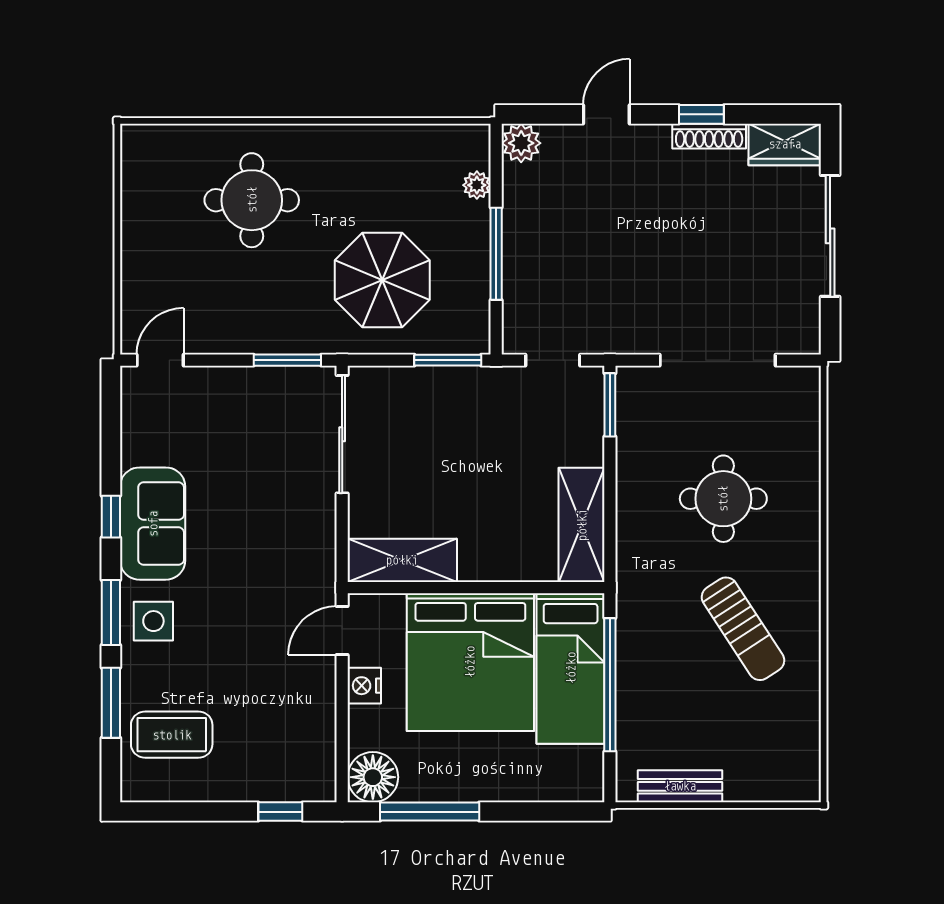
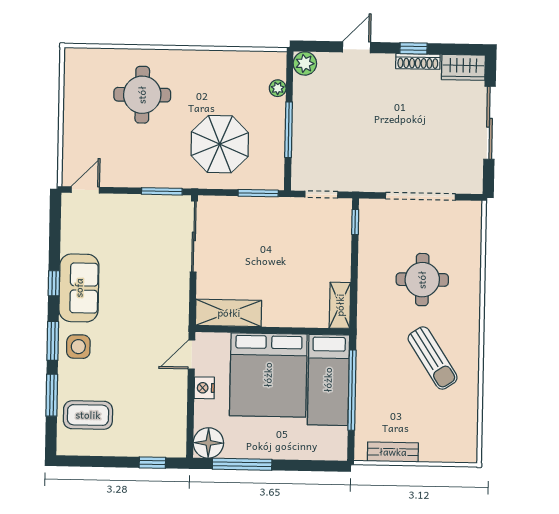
window: (610, 405) -> (355, 222), width x0.67
shelving: (582, 525) -> (340, 305), width x0.67, depth x0.75

